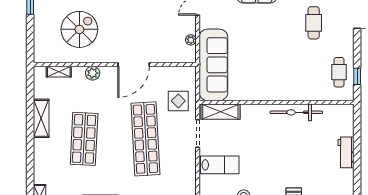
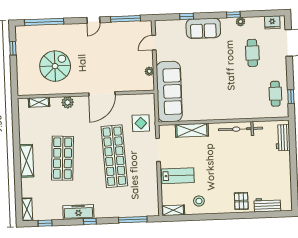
shelving: (220, 112) -> (192, 130), moved
shelving: (41, 118) -> (26, 161), moved
workbench: (346, 152) -> (283, 138), moved

